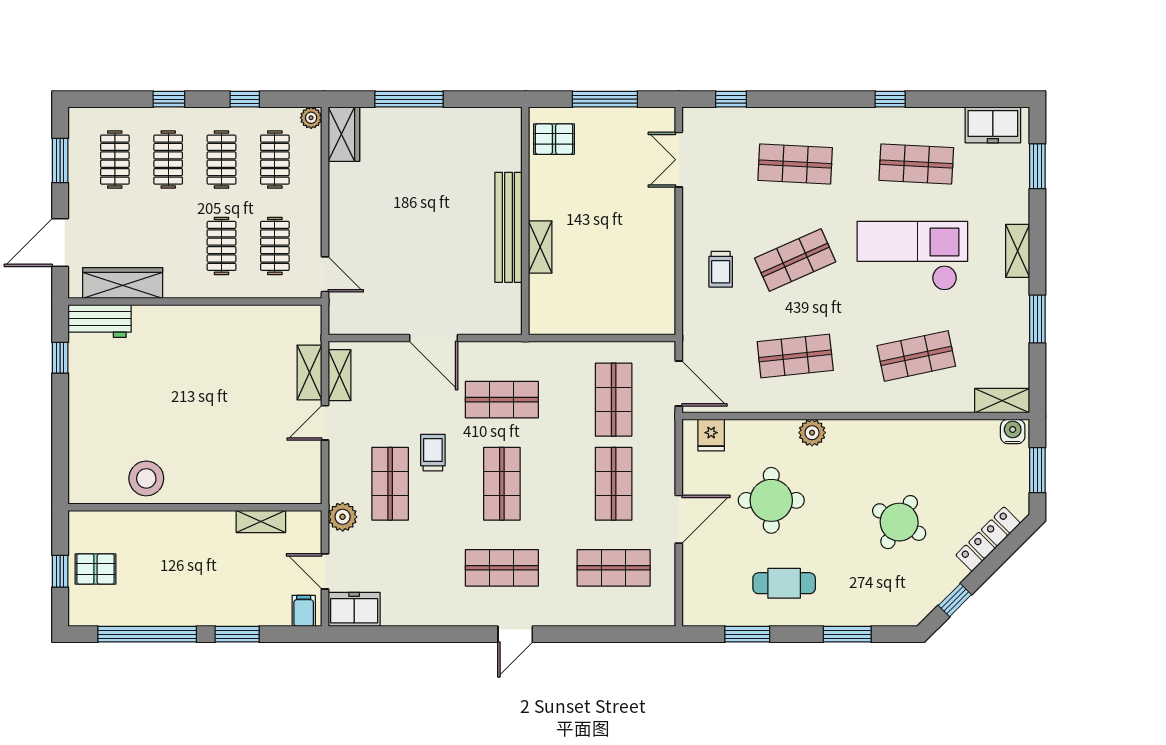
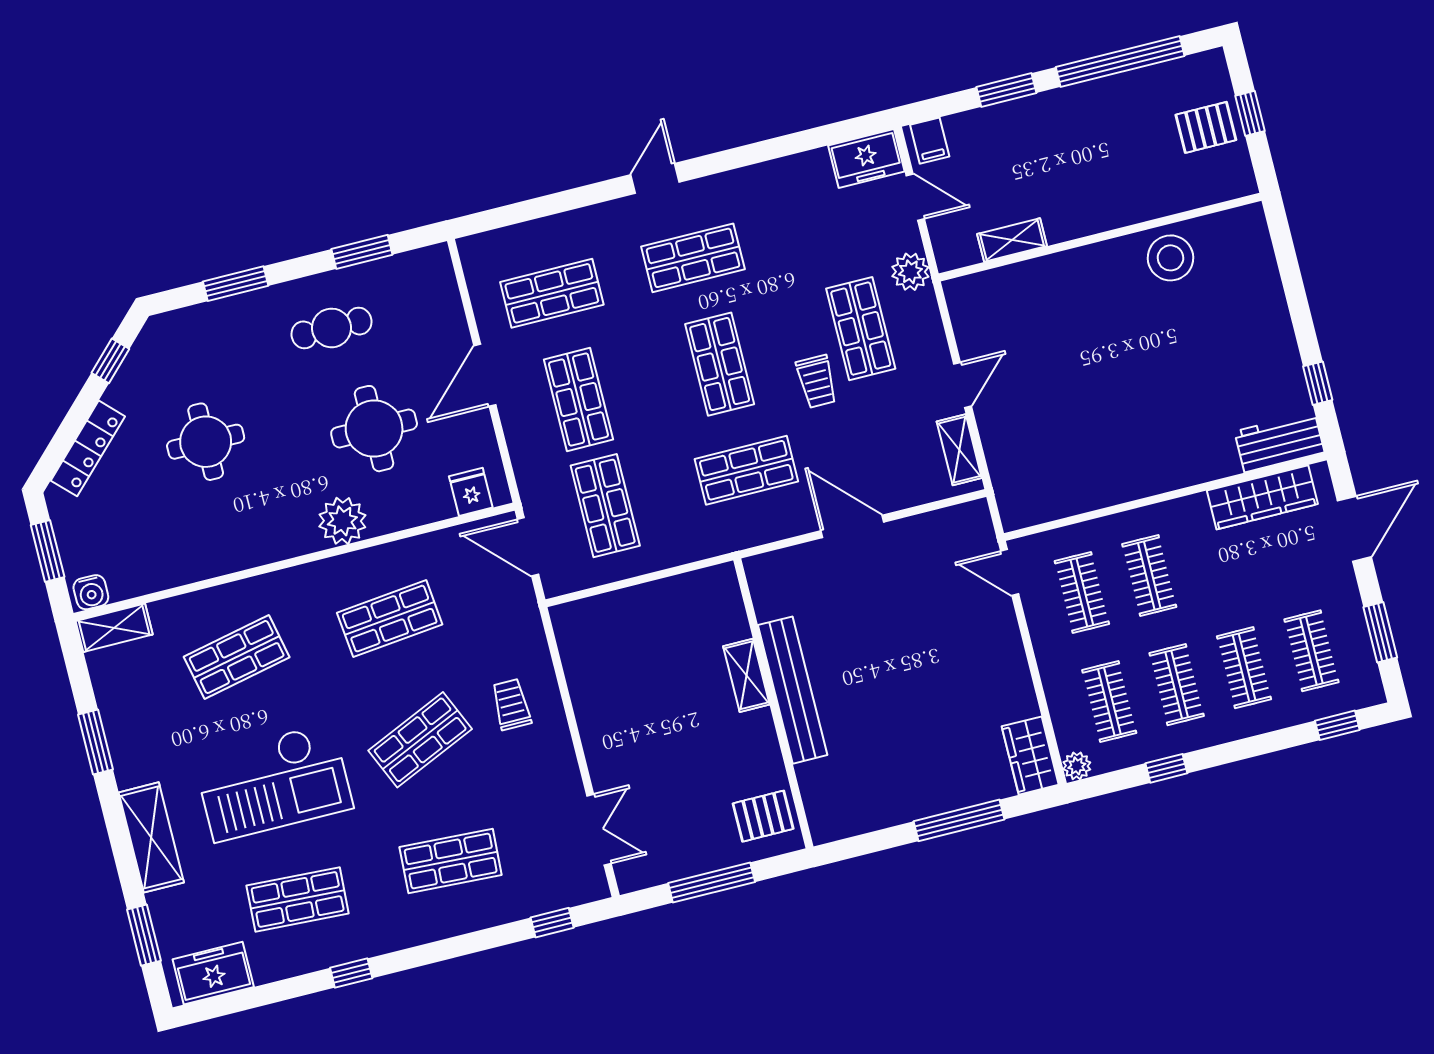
window: (169, 99) -> (1337, 725), moved
shelving: (1018, 251) -> (151, 837), width x1.50, depth x1.33
shelving: (309, 373) -> (998, 444), removed
plant: (812, 433) -> (342, 521), width x1.36, depth x1.36
round table: (899, 522) -> (206, 442), turned -30

